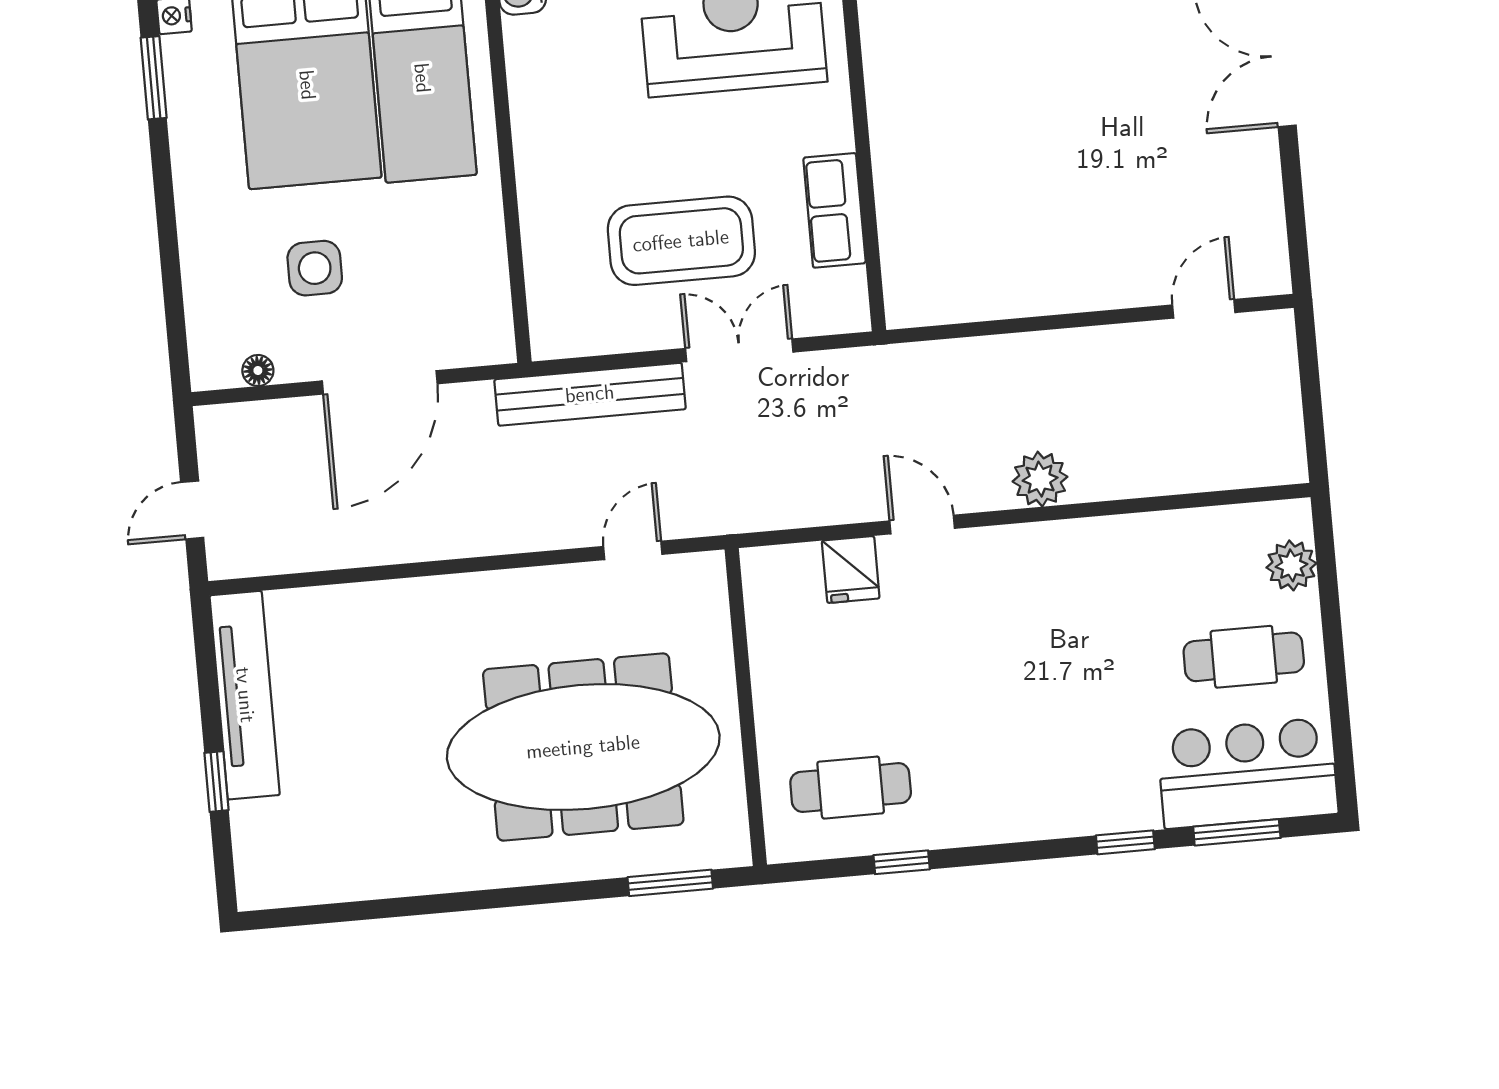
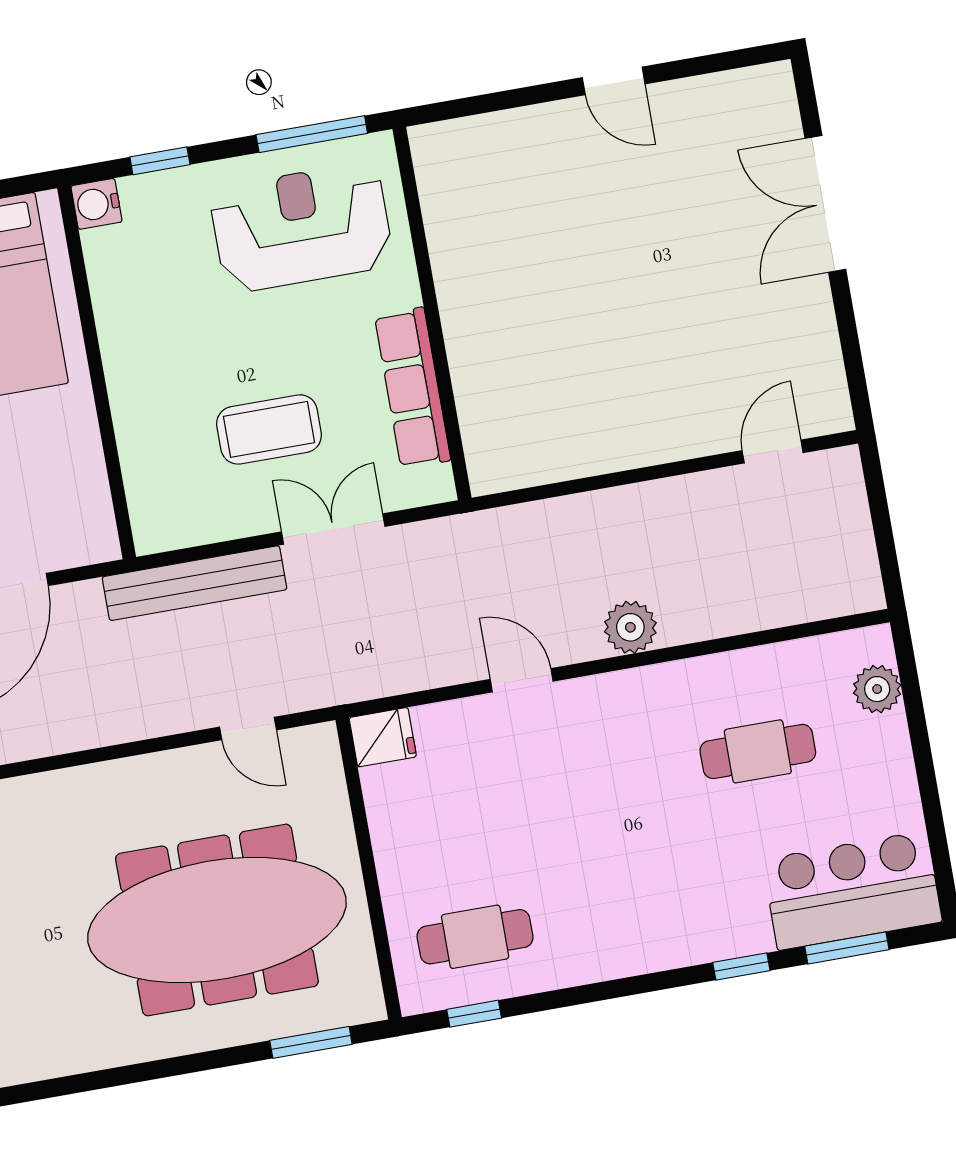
row of seats: (835, 210) -> (413, 388), width x1.48
coffee table: (681, 241) -> (269, 429), width x0.73, depth x0.76
door: (633, 550) -> (248, 728), swing flipped
fridge: (851, 570) -> (383, 737), moved, turned -90
cafe table: (1244, 657) -> (758, 751), moved
window: (902, 862) -> (474, 1014), moved

